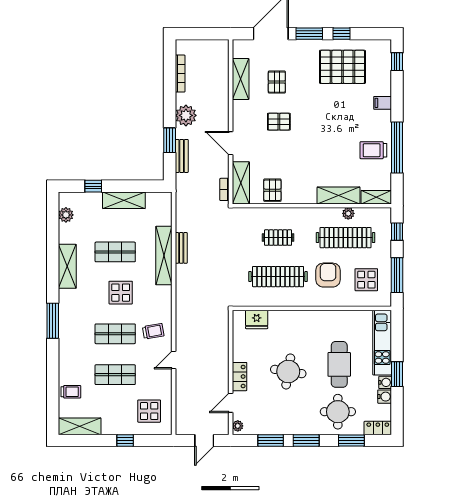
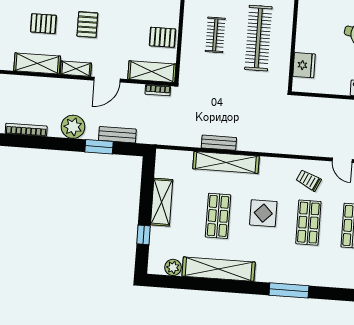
shelving: (238, 114) -> (76, 69), added
shelving: (67, 266) -> (219, 269), width x1.47
trolley: (153, 331) -> (309, 180), turned -55

